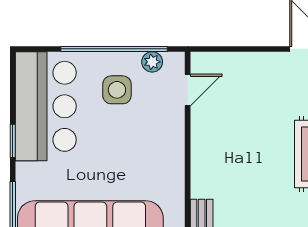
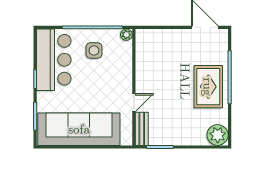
plant: (152, 62) -> (126, 35), moved
door: (188, 90) -> (134, 103), moved

